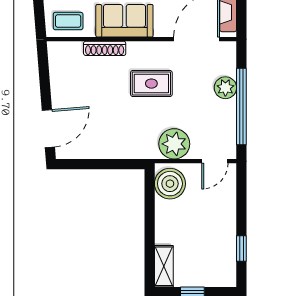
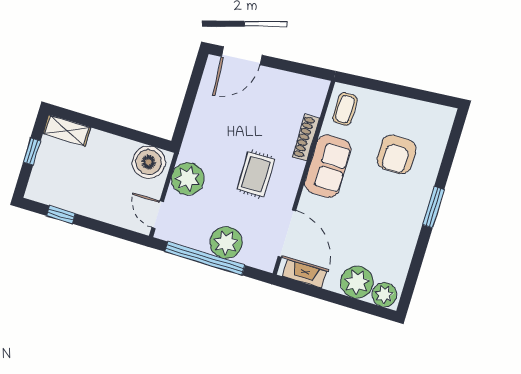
plant: (225, 88) -> (226, 243), width x1.36, depth x1.36
door: (48, 129) -> (242, 56), hinge flipped

